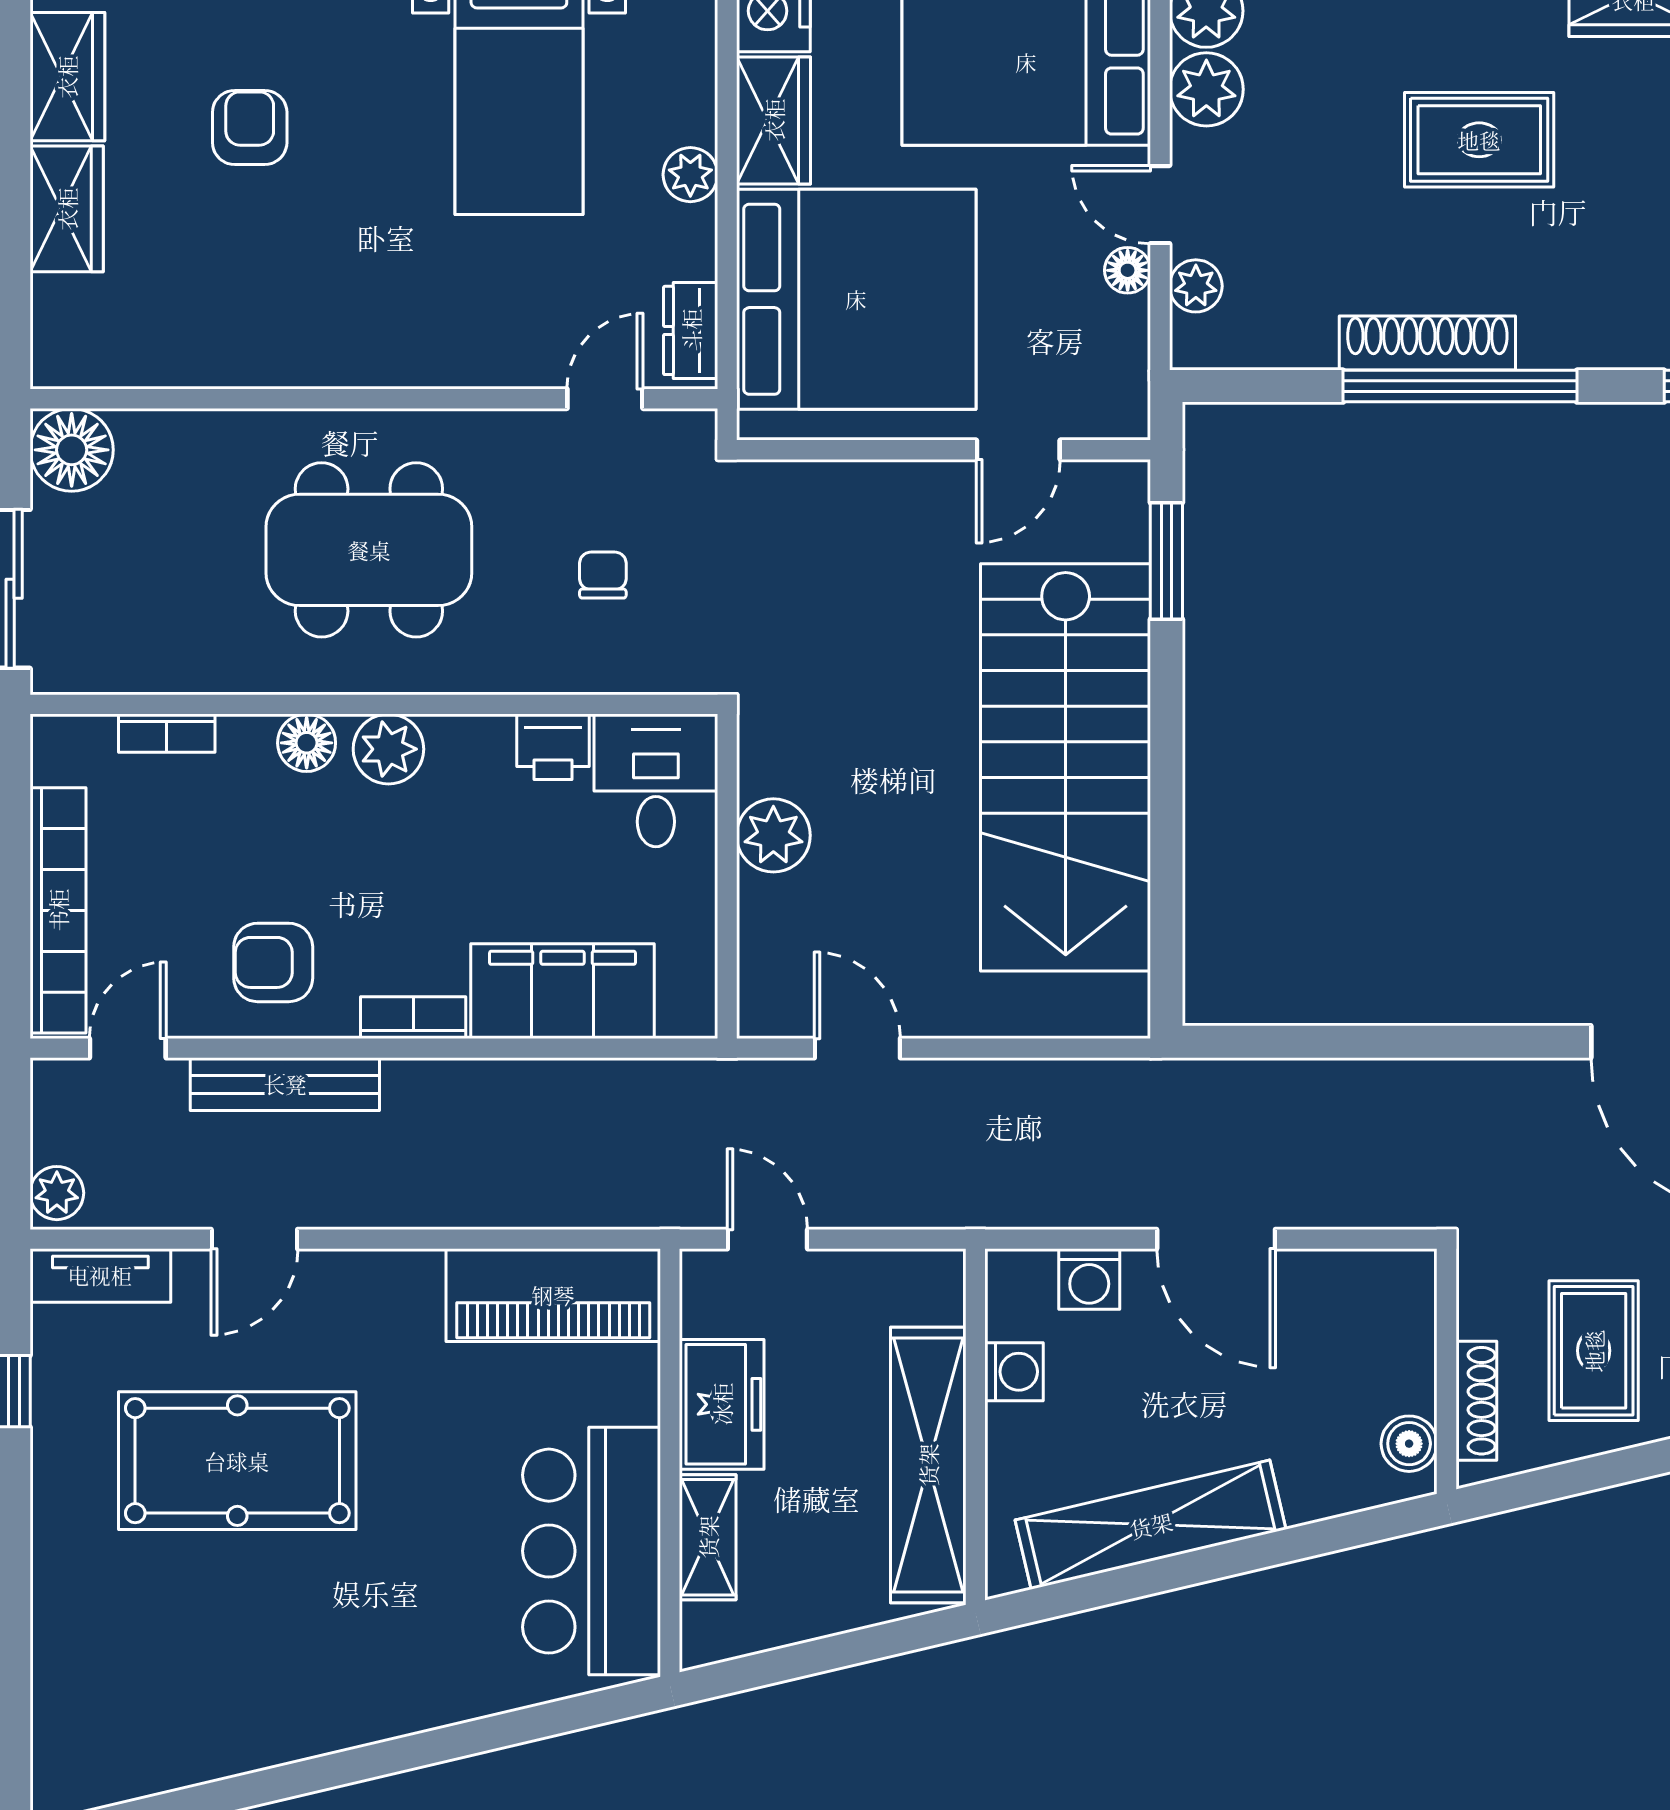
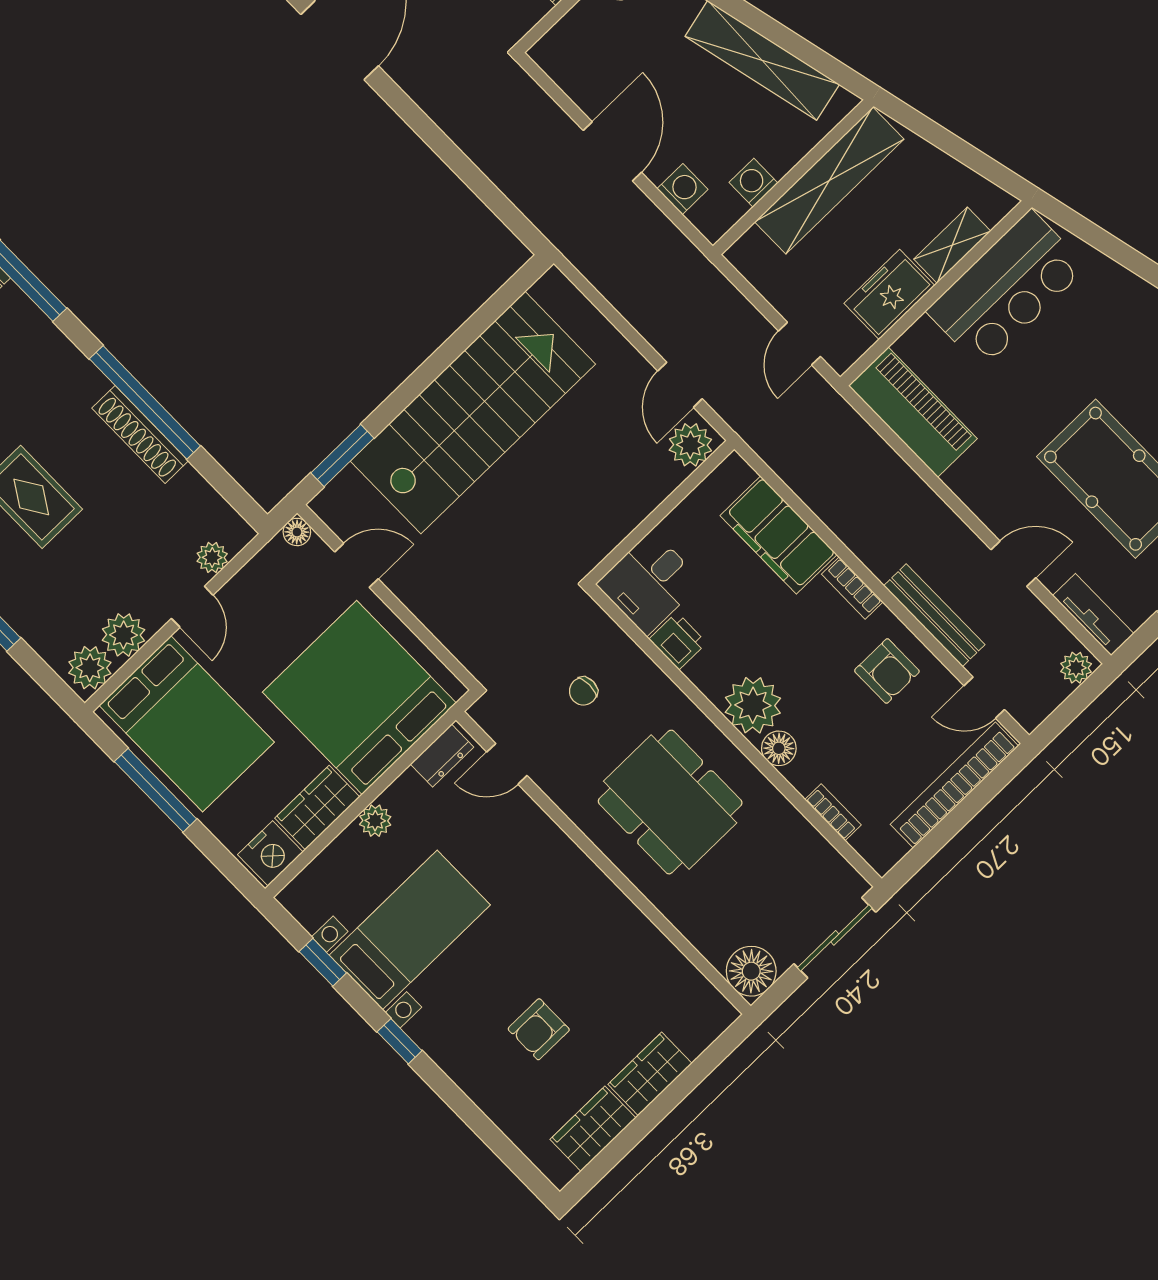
floor lamp: (1128, 270) -> (297, 532), moved
plant: (388, 749) -> (753, 705), width x1.36, depth x1.36
plant: (773, 835) -> (690, 445), moved

